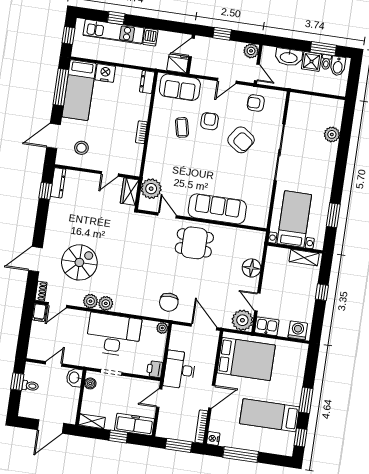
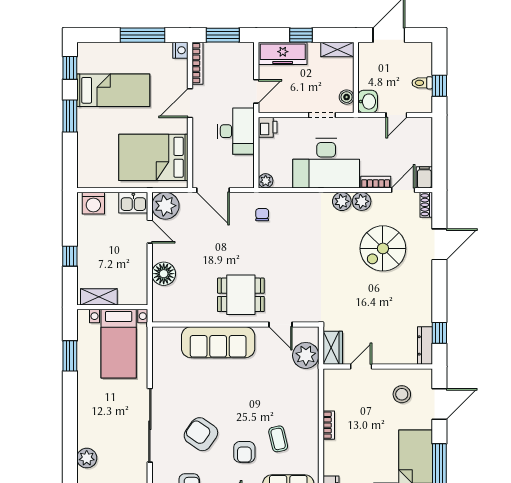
chair: (169, 302) -> (262, 215), width x0.54, depth x0.54
bookcase: (77, 315) -> (376, 182), added

